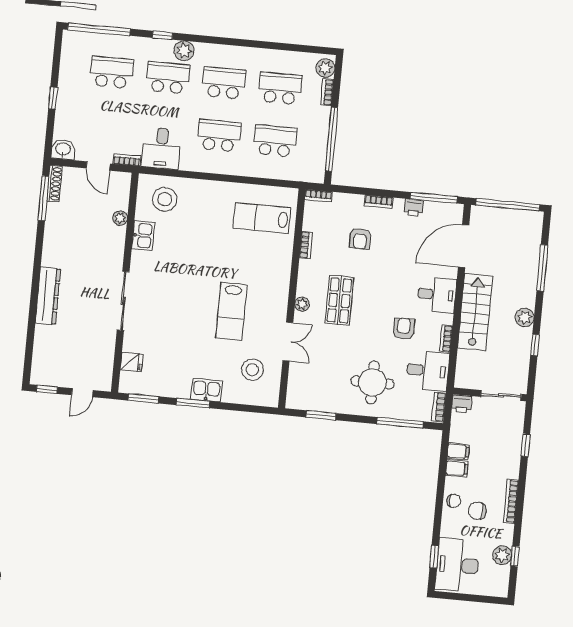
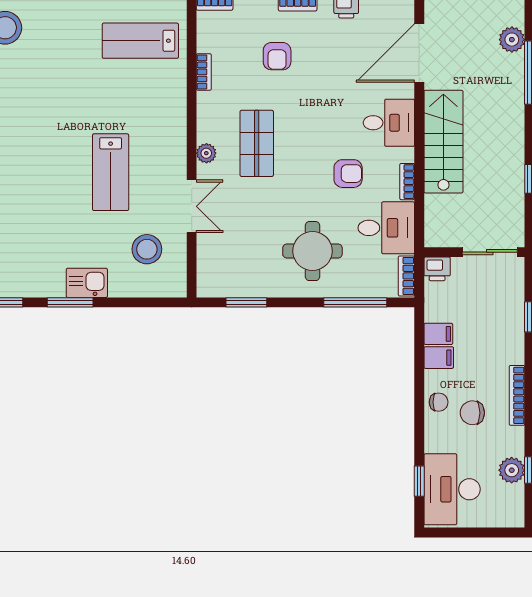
plant: (525, 317) -> (512, 40), moved
armchair: (404, 329) -> (348, 174), turned 90

